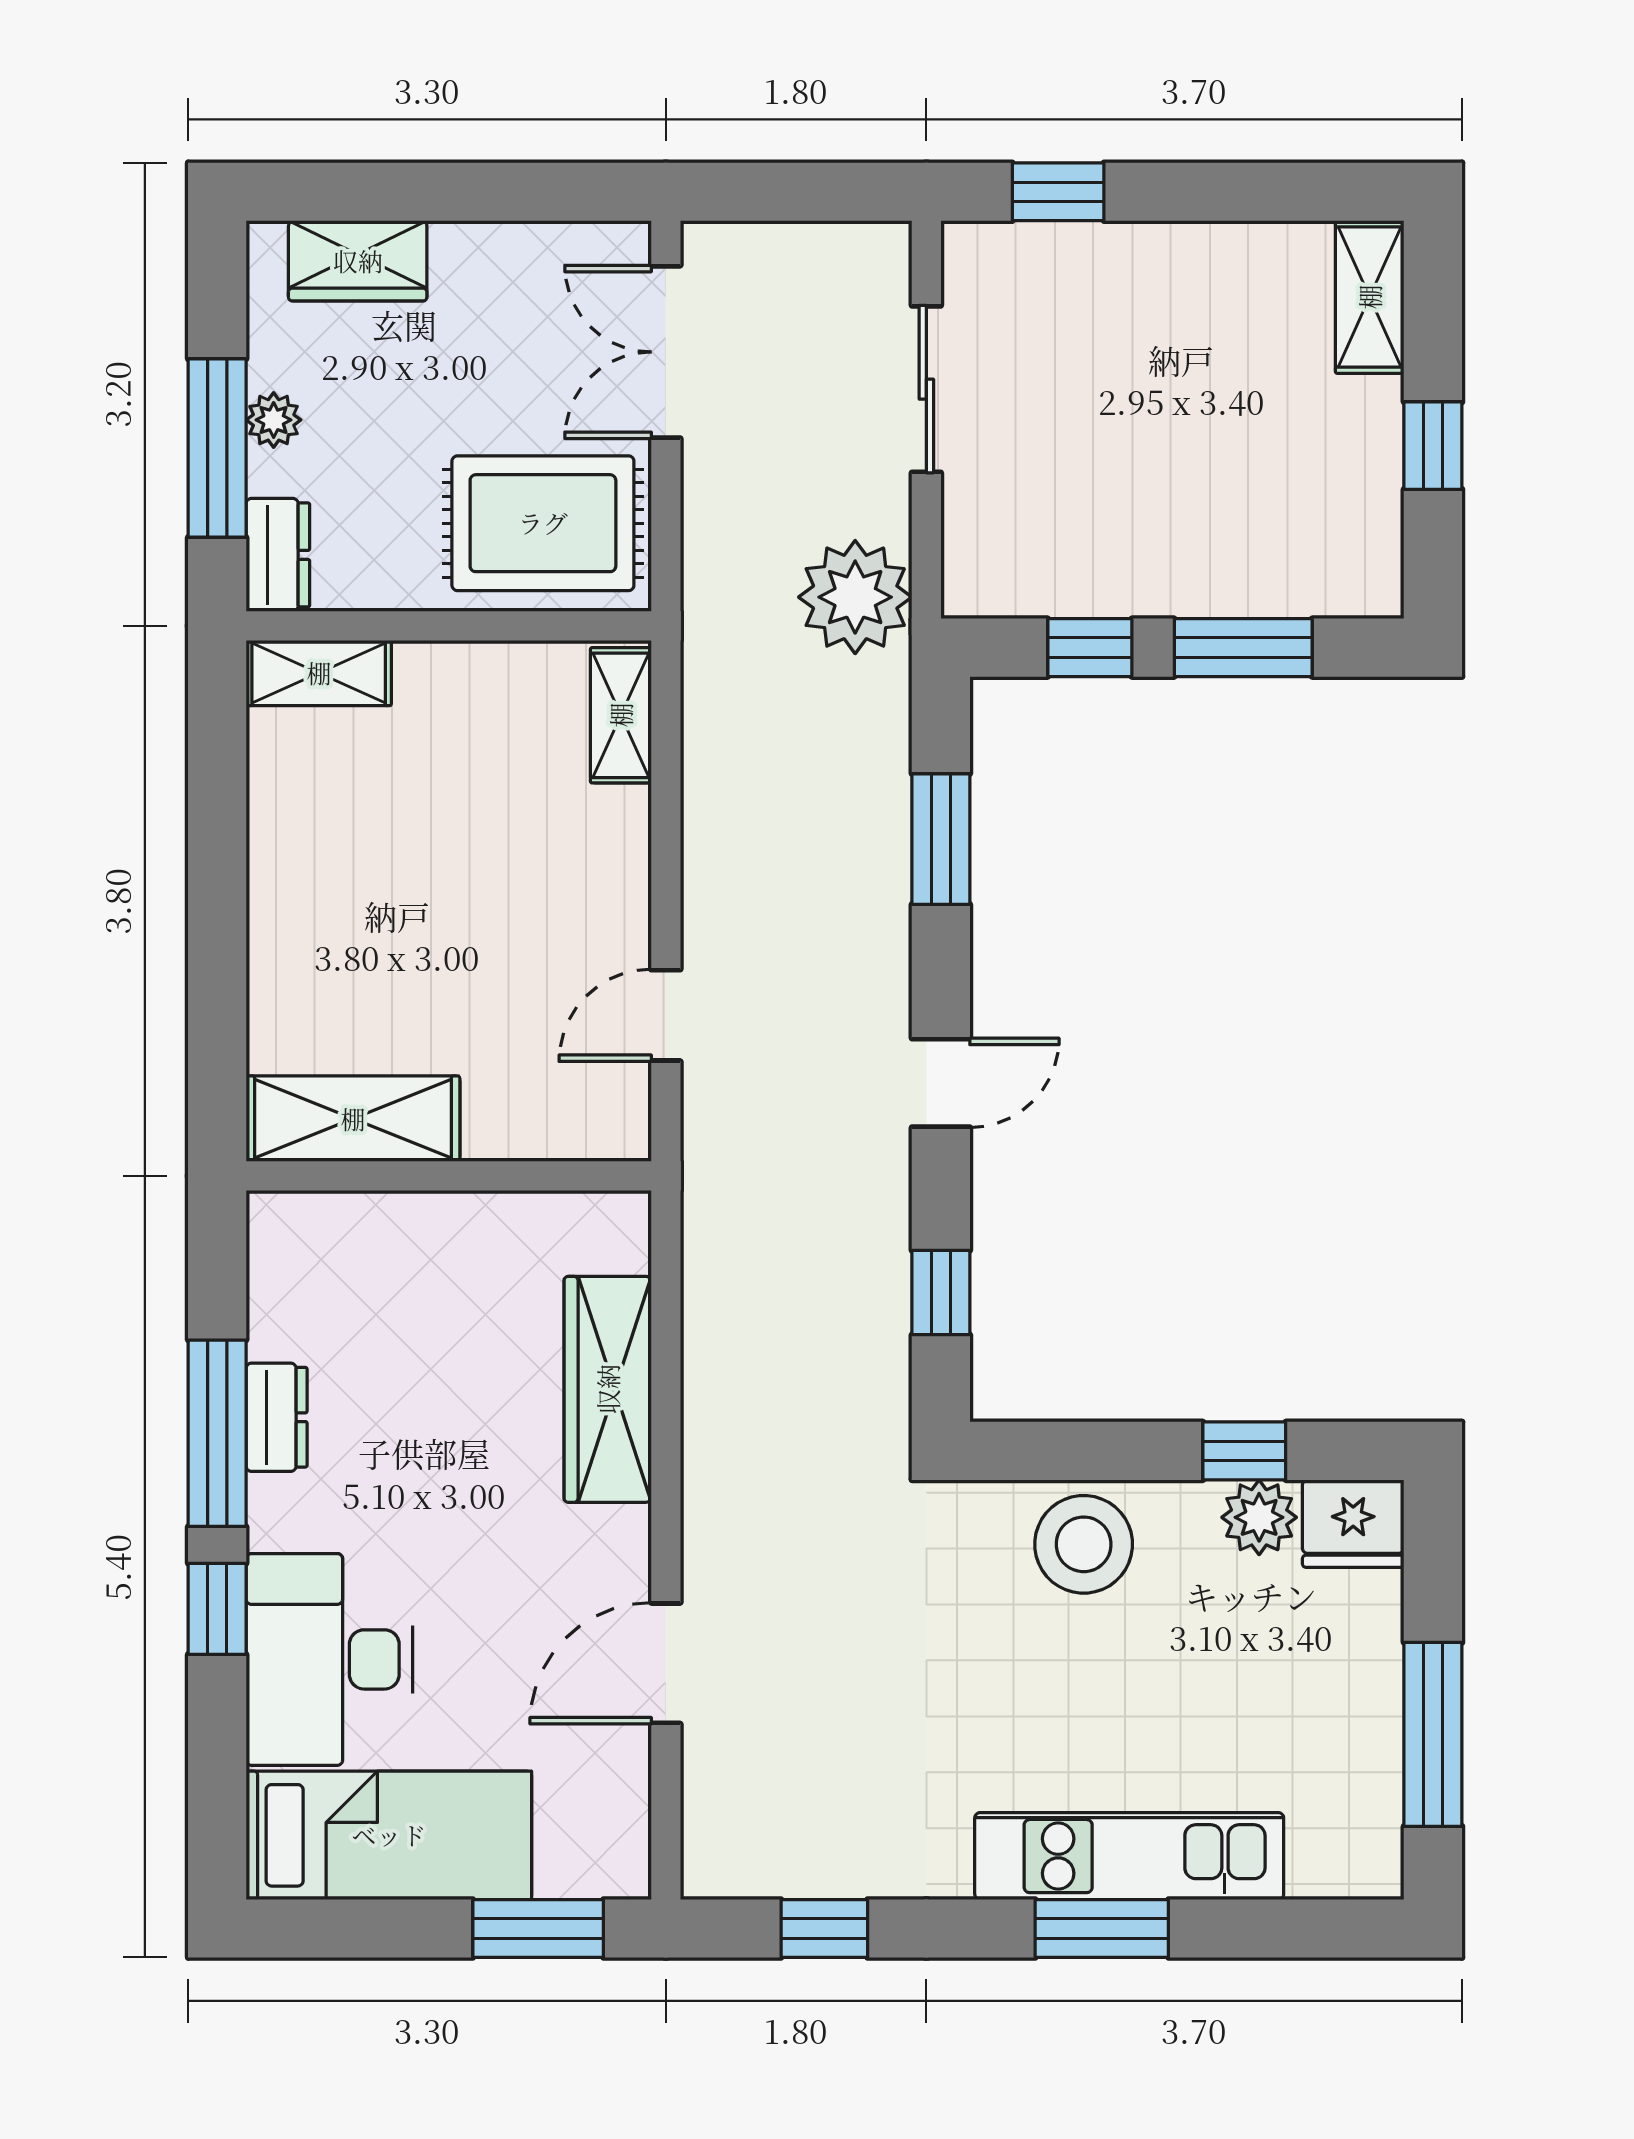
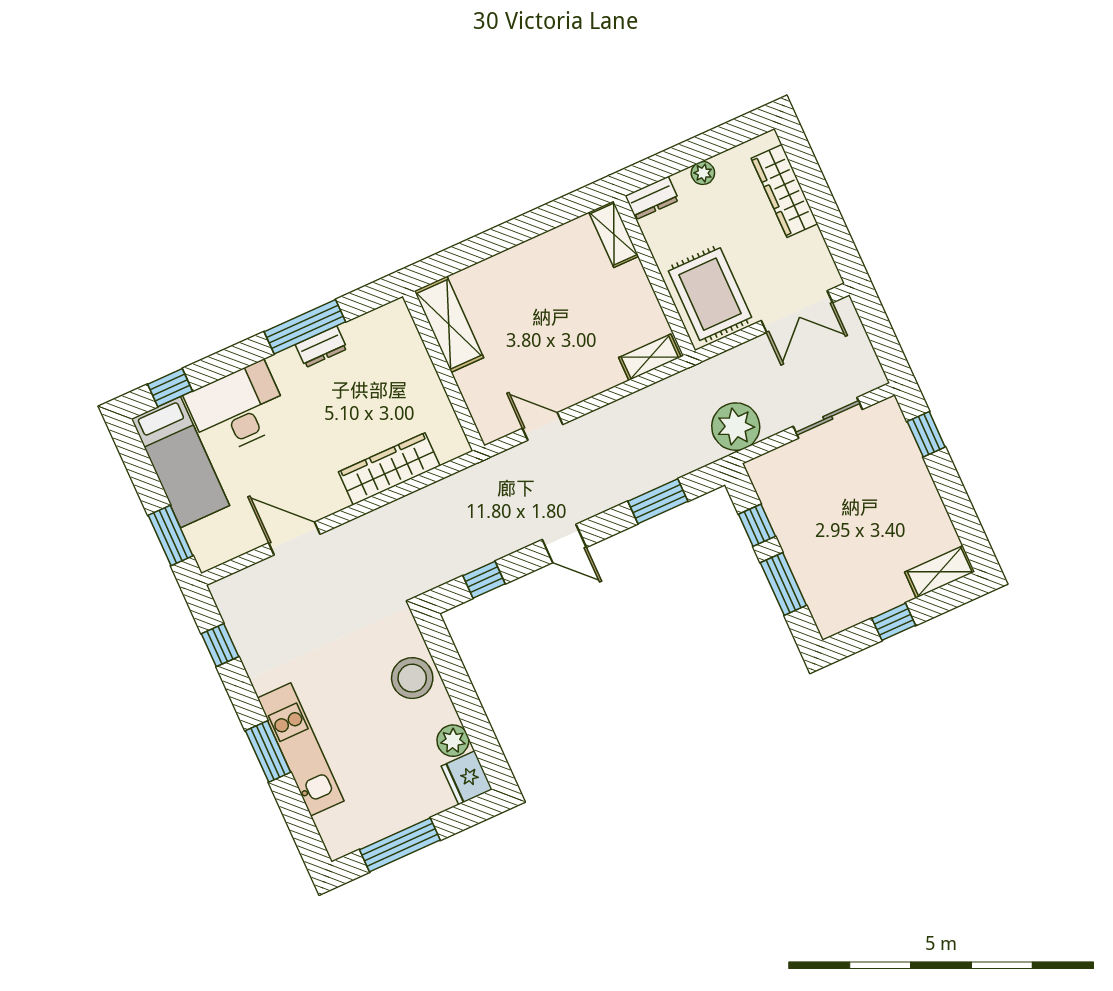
wardrobe: (358, 261) -> (784, 191), width x1.50
double door: (666, 352) -> (797, 312), swing flipped
window: (217, 448) -> (682, 156), removed
window: (1244, 1451) -> (476, 724), removed
window: (217, 1609) -> (170, 388), moved

